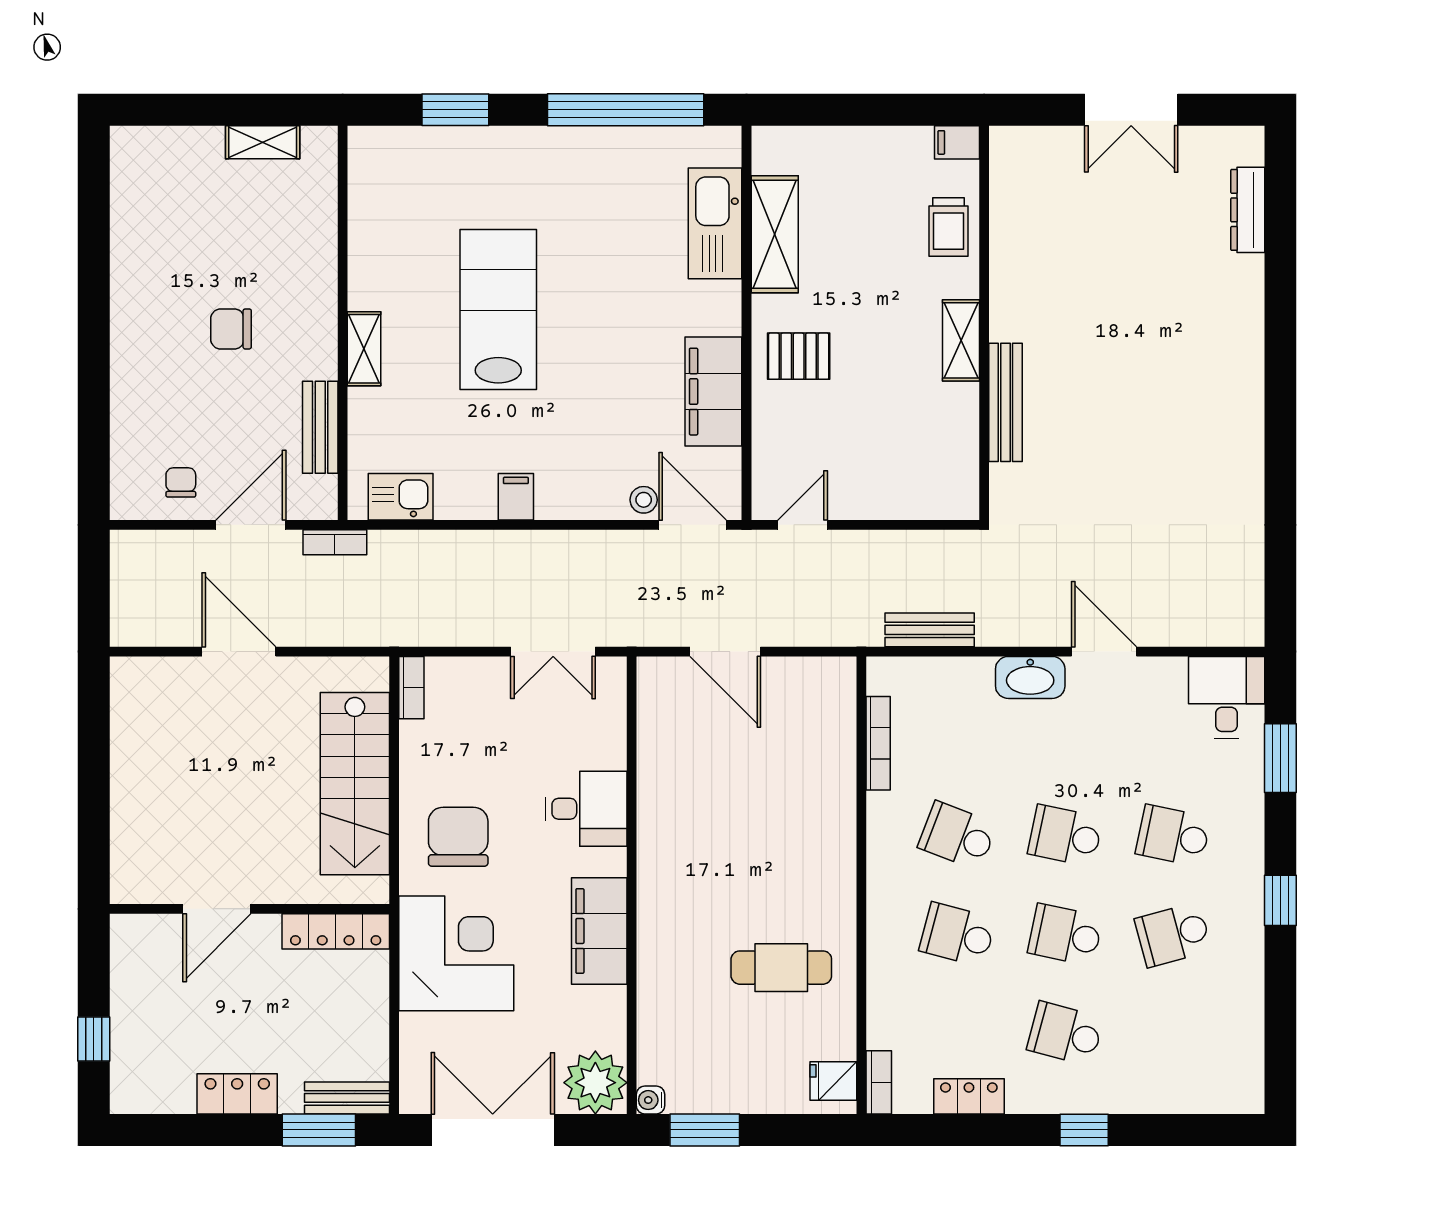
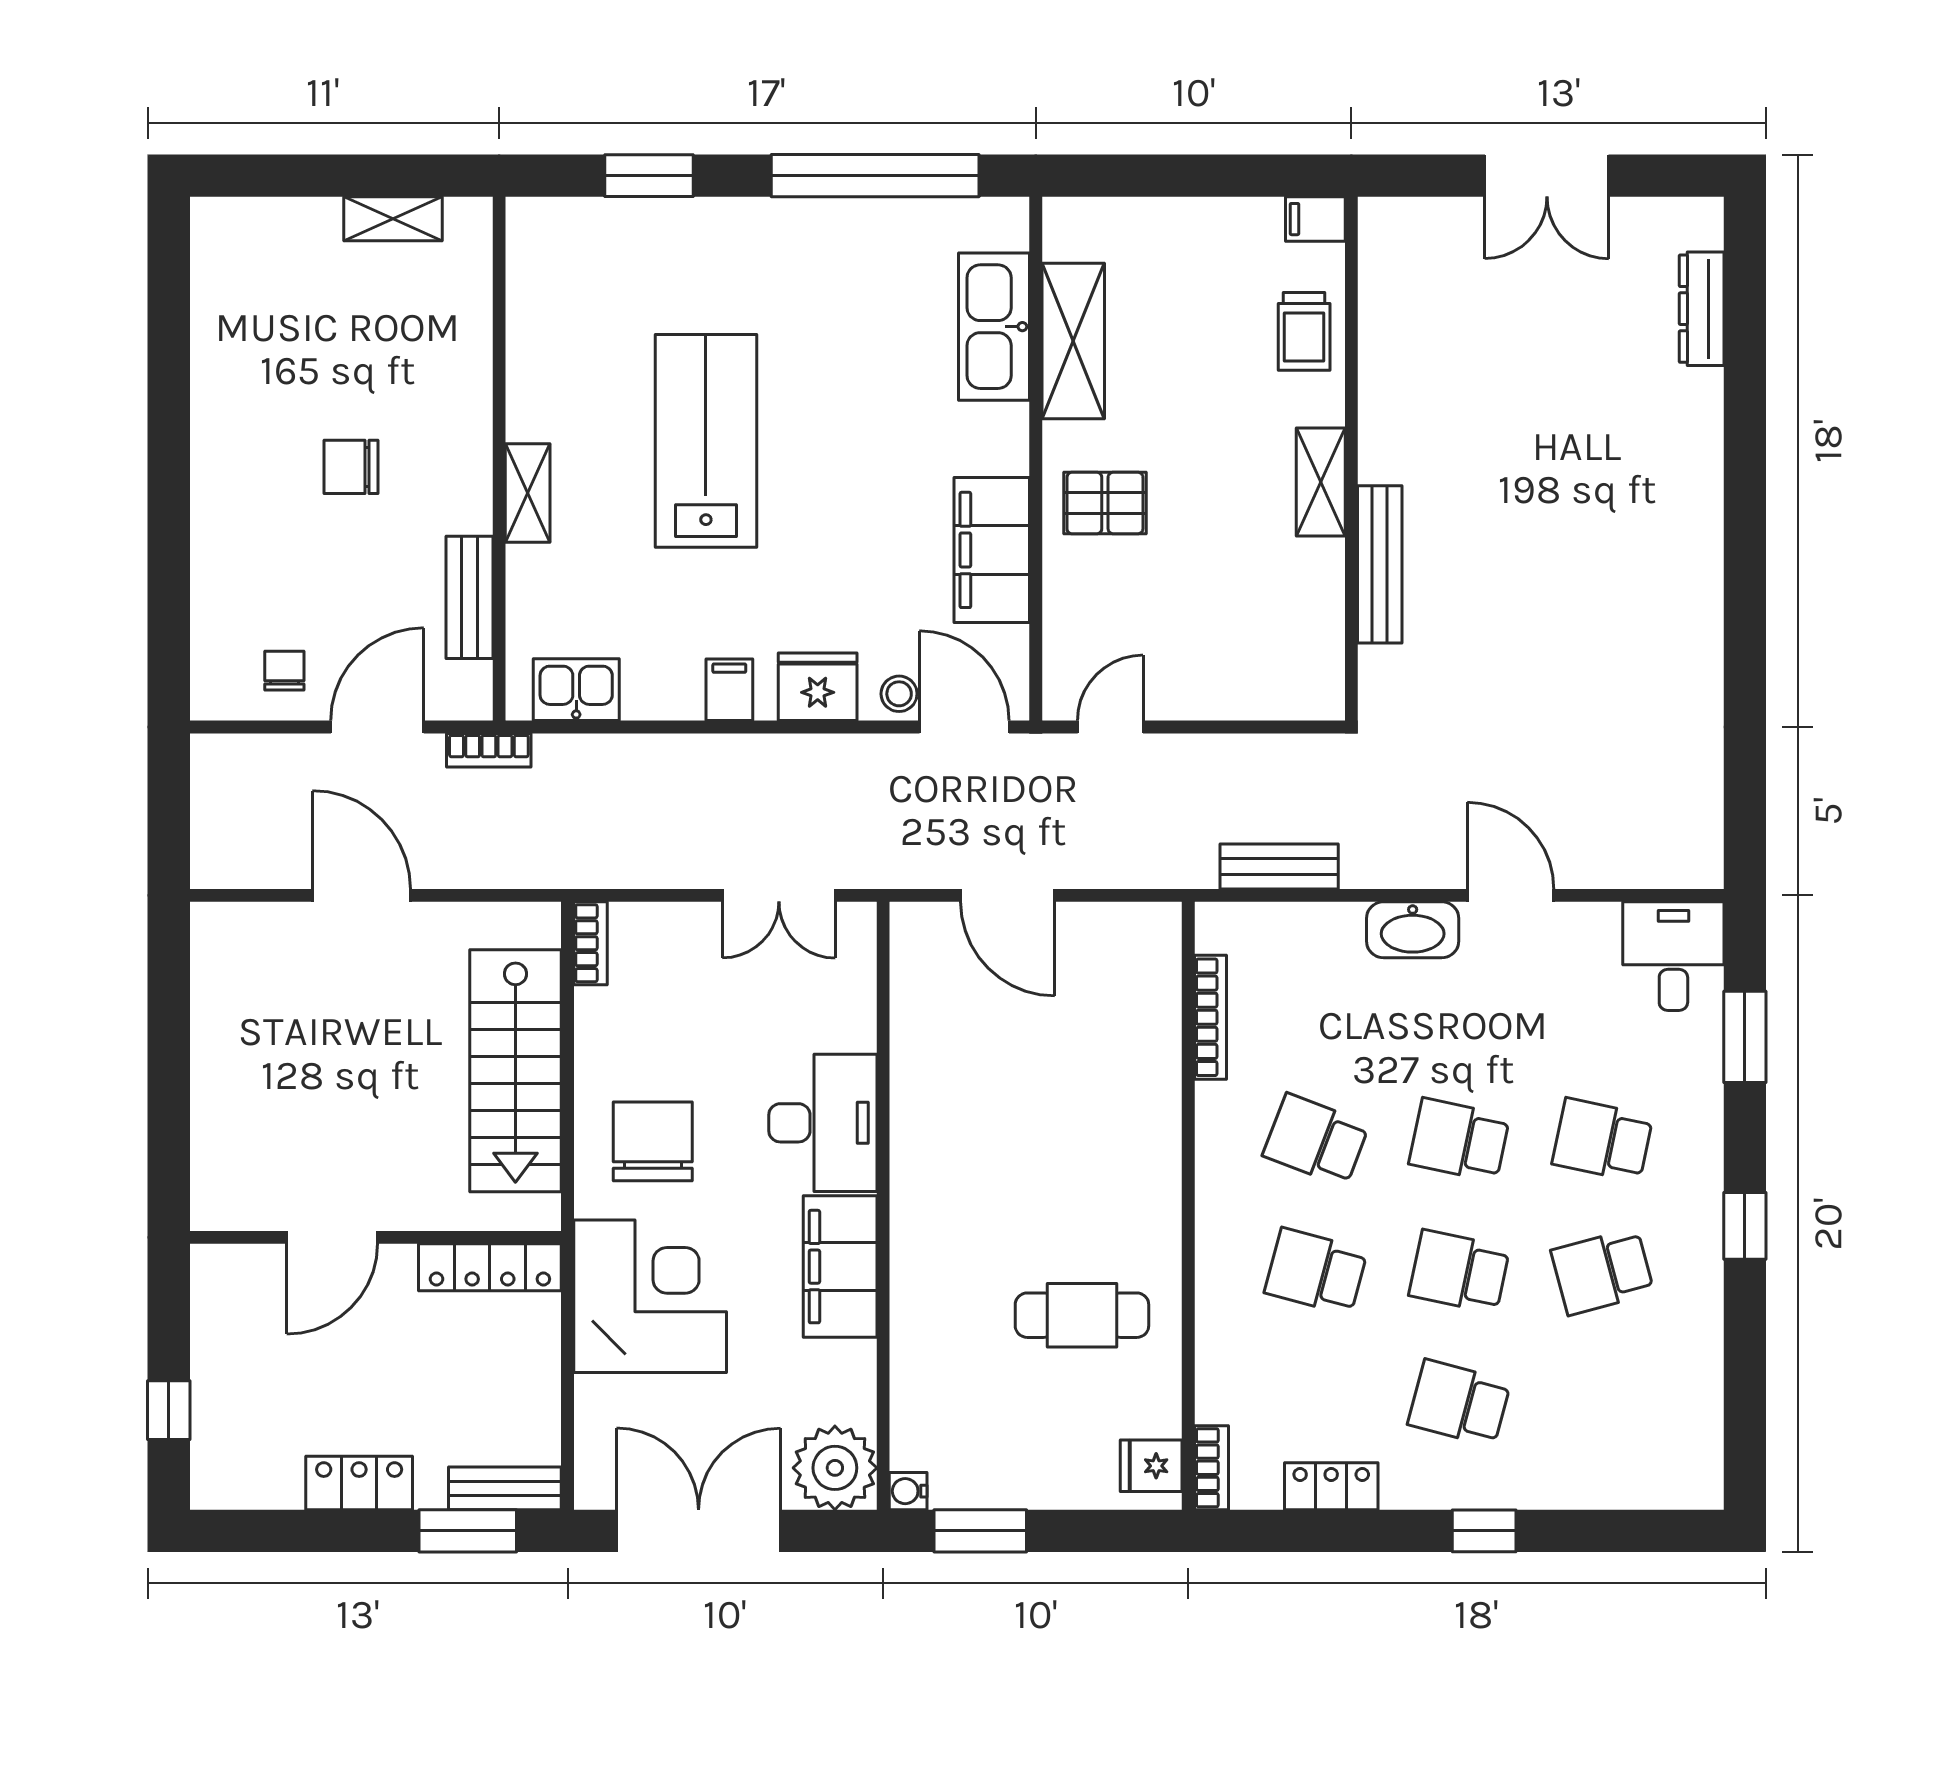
fridge: (582, 495) -> (818, 687), added
desk: (586, 809) -> (823, 1123), width x1.37

